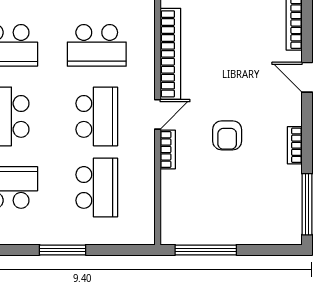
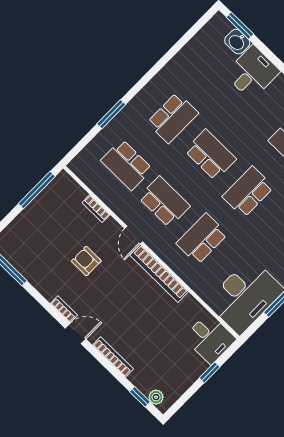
school desk: (97, 116) -> (164, 202), turned 180
bookcase: (295, 145) -> (64, 309), moved
bookcase: (168, 149) -> (96, 209), moved

